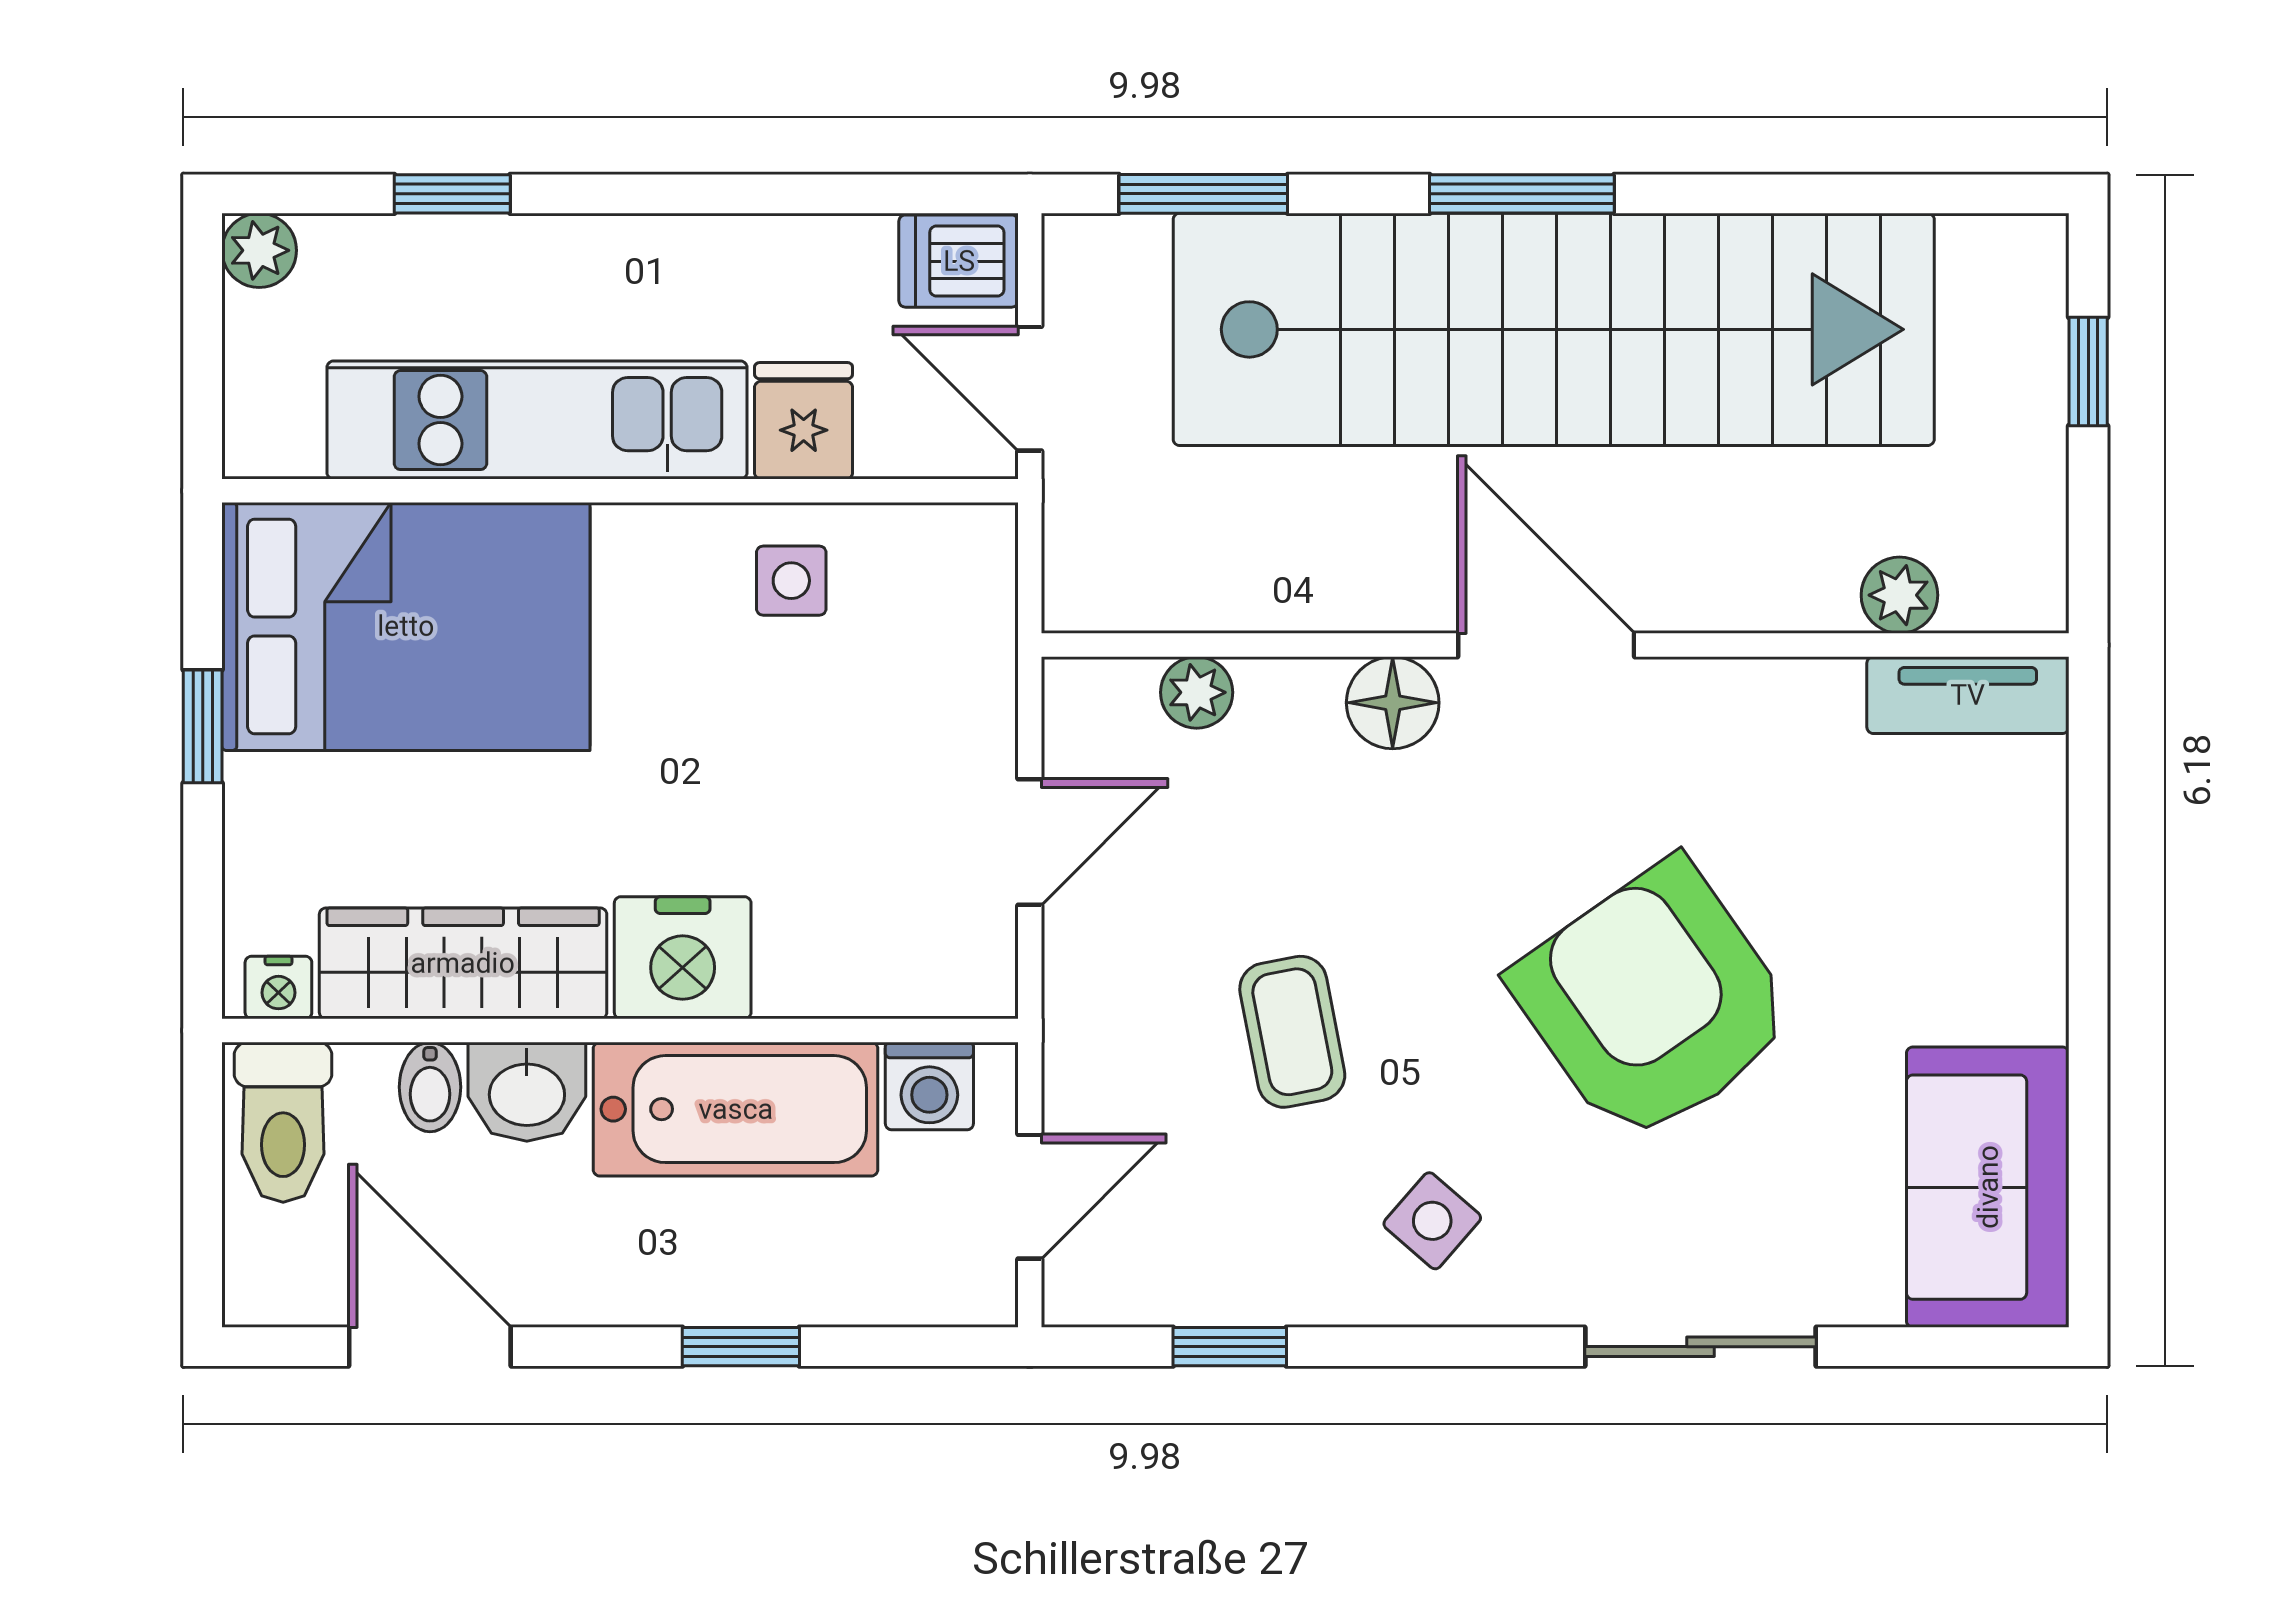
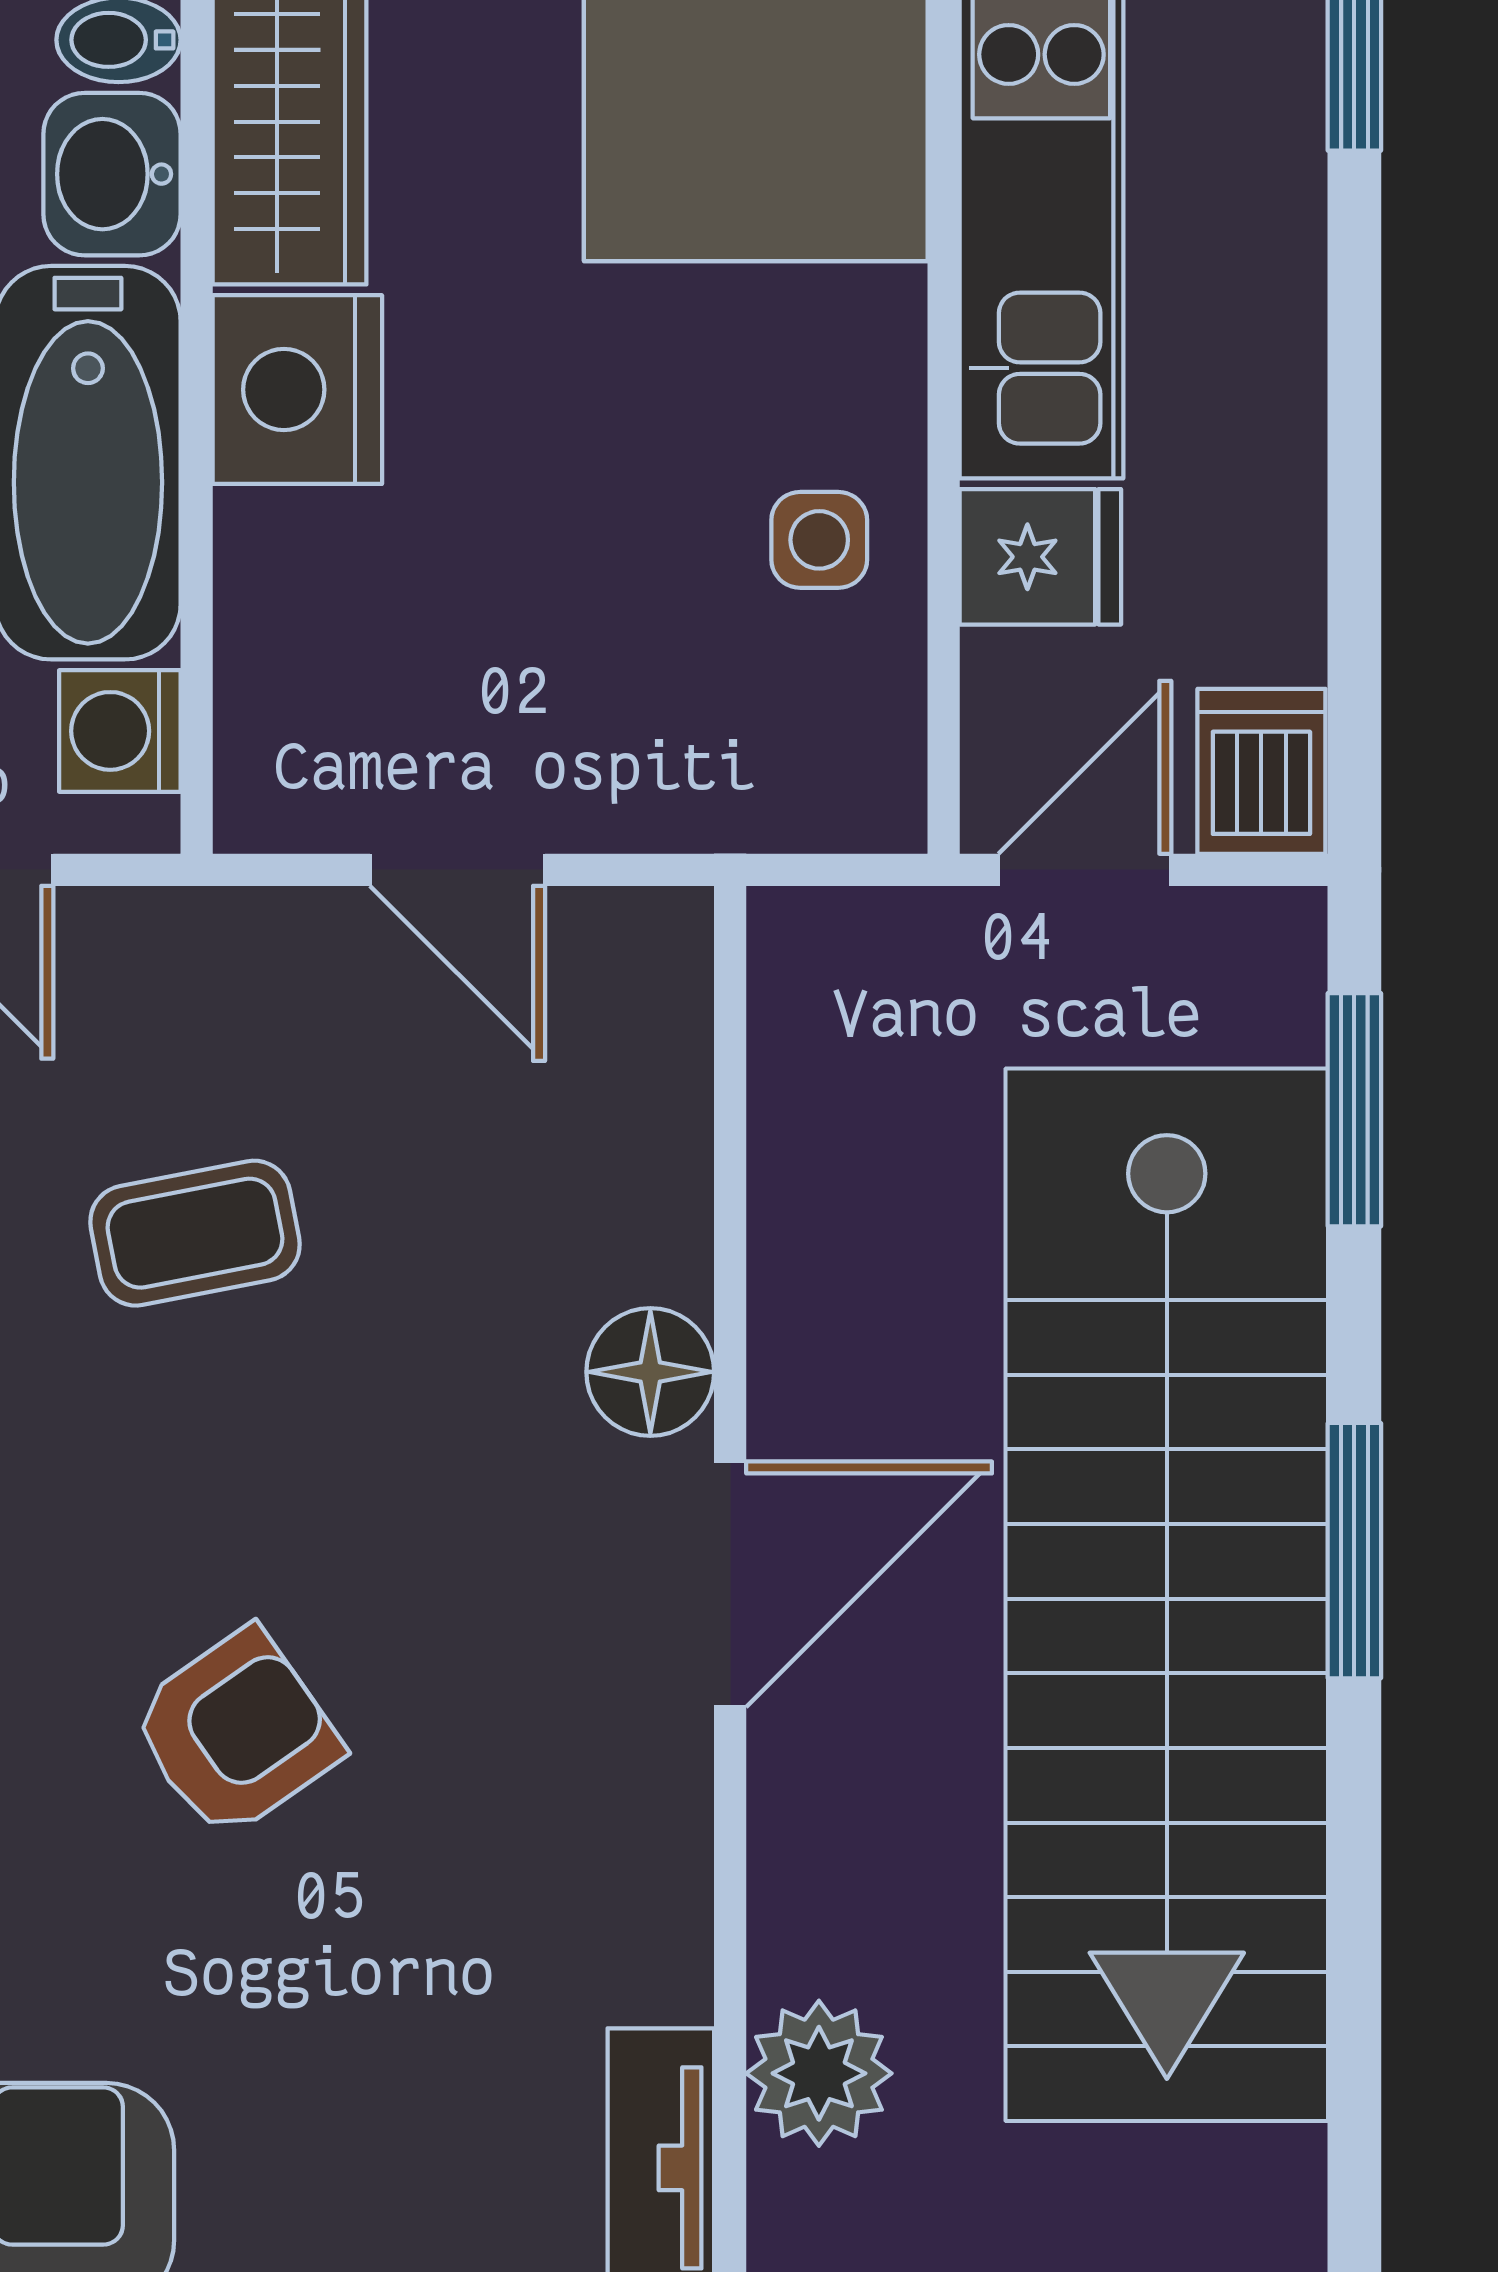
plant: (1899, 595) -> (819, 2073), width x1.38, depth x1.38
plant: (1197, 692) -> (664, 1101), removed
armchair: (1654, 1002) -> (236, 1733), width x0.53, depth x0.53

